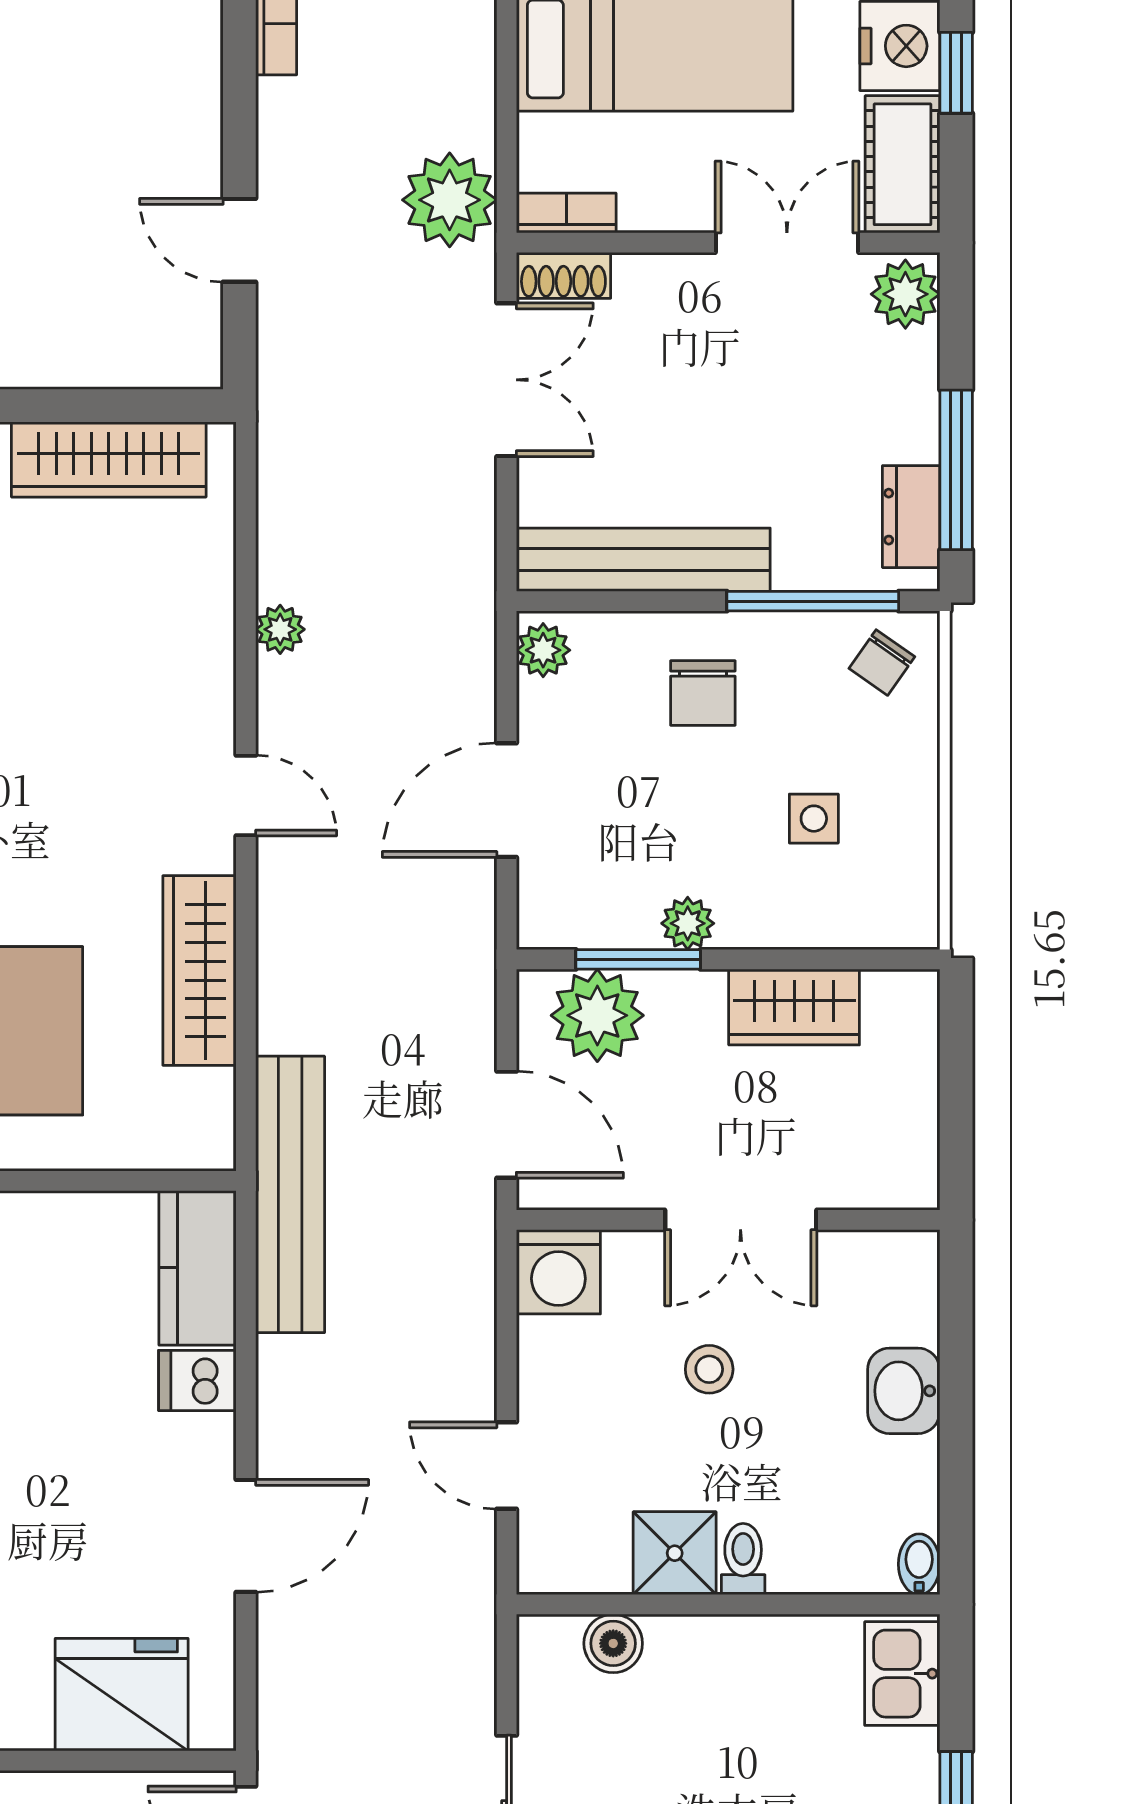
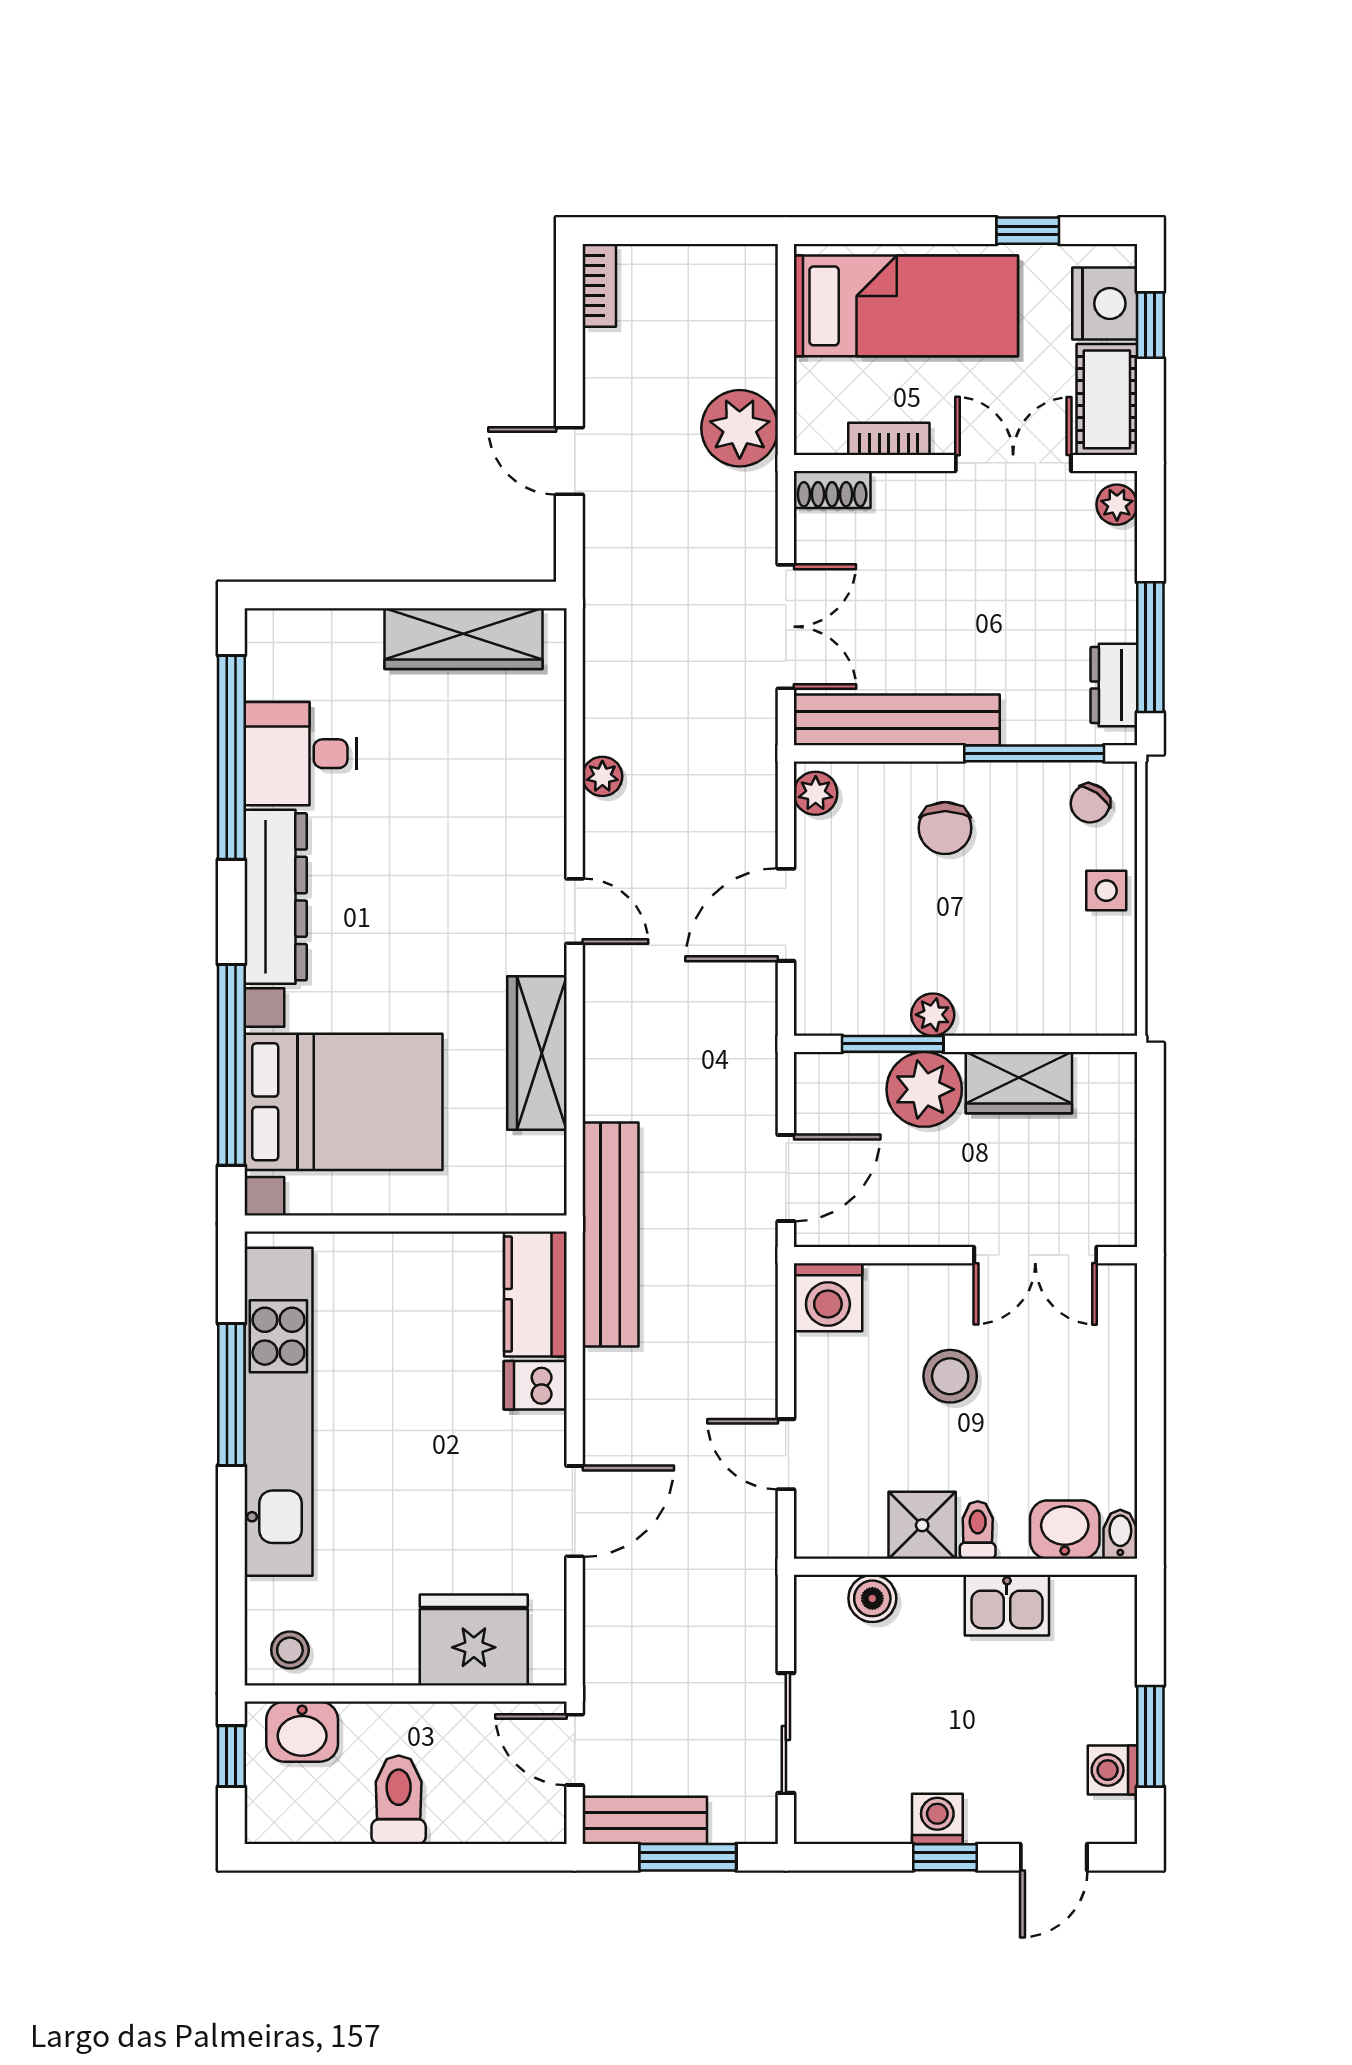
bookcase: (566, 213) -> (889, 439), moved
plant: (905, 294) -> (1117, 505), width x0.73, depth x0.73
double door: (507, 380) -> (786, 627), moved
side table: (814, 819) -> (1106, 891), moved
plant: (597, 1015) -> (924, 1089), moved
door: (507, 1125) -> (786, 1178), hinge flipped
double door: (741, 1220) -> (1035, 1255), moved
stool: (709, 1369) -> (950, 1376), width x1.37, depth x1.37
washbasin: (904, 1391) -> (1065, 1530), moved, turned 90
kitchen sink: (902, 1674) -> (1007, 1605), moved, turned -90

